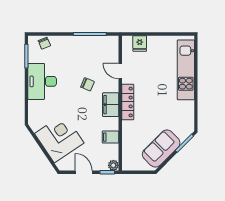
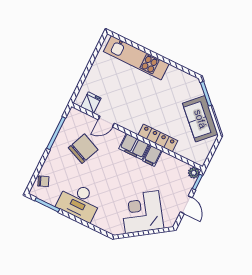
fridge: (140, 43) -> (91, 103), moved, turned -90
chair: (87, 84) -> (83, 149), moved, width x1.87, depth x1.87
locker: (128, 102) -> (158, 138), moved
filing cabinet: (110, 137) -> (152, 156), moved
door: (84, 172) -> (186, 205), swing flipped

